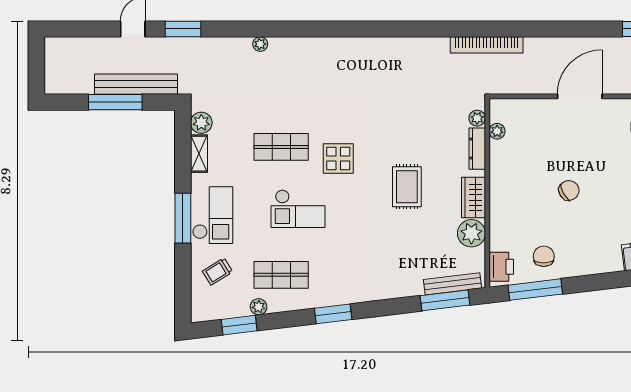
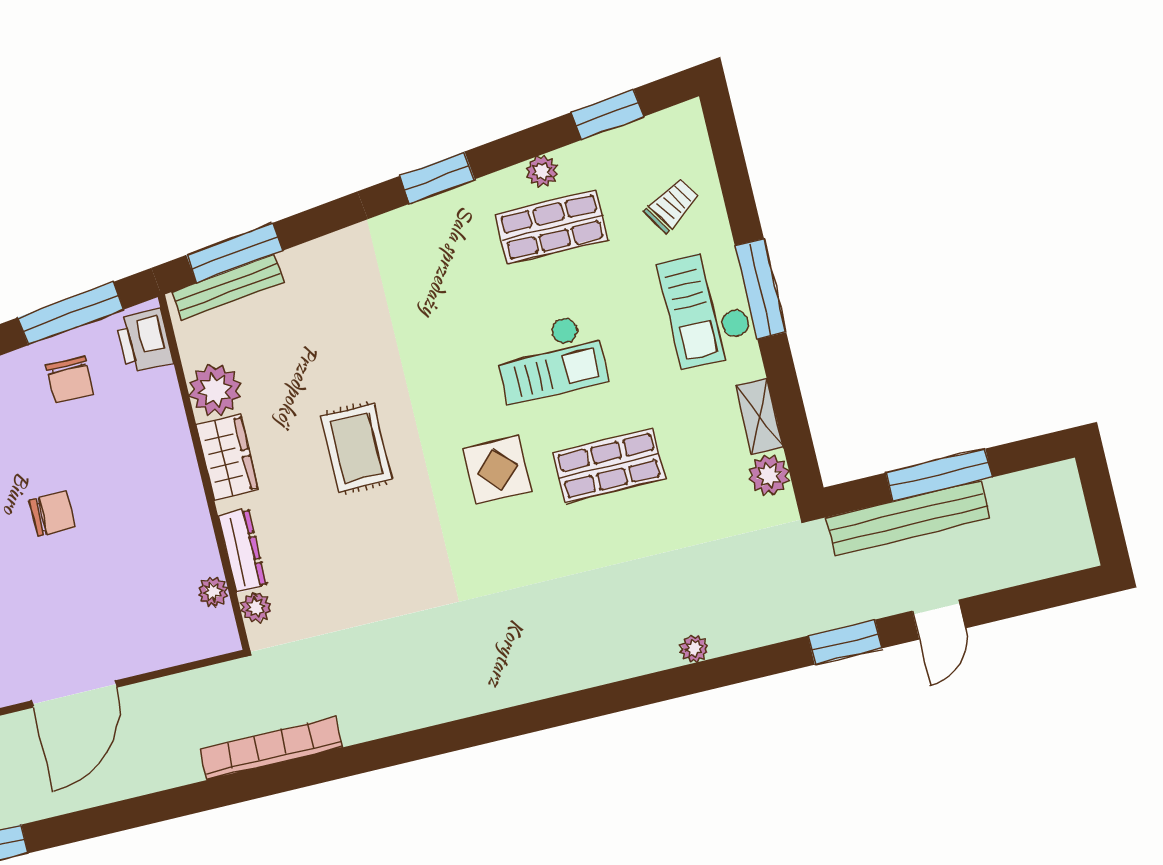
chair: (569, 190) -> (52, 514), turned -150
checkout: (298, 209) -> (550, 358), turned 180
plant: (259, 307) -> (542, 171), moved

